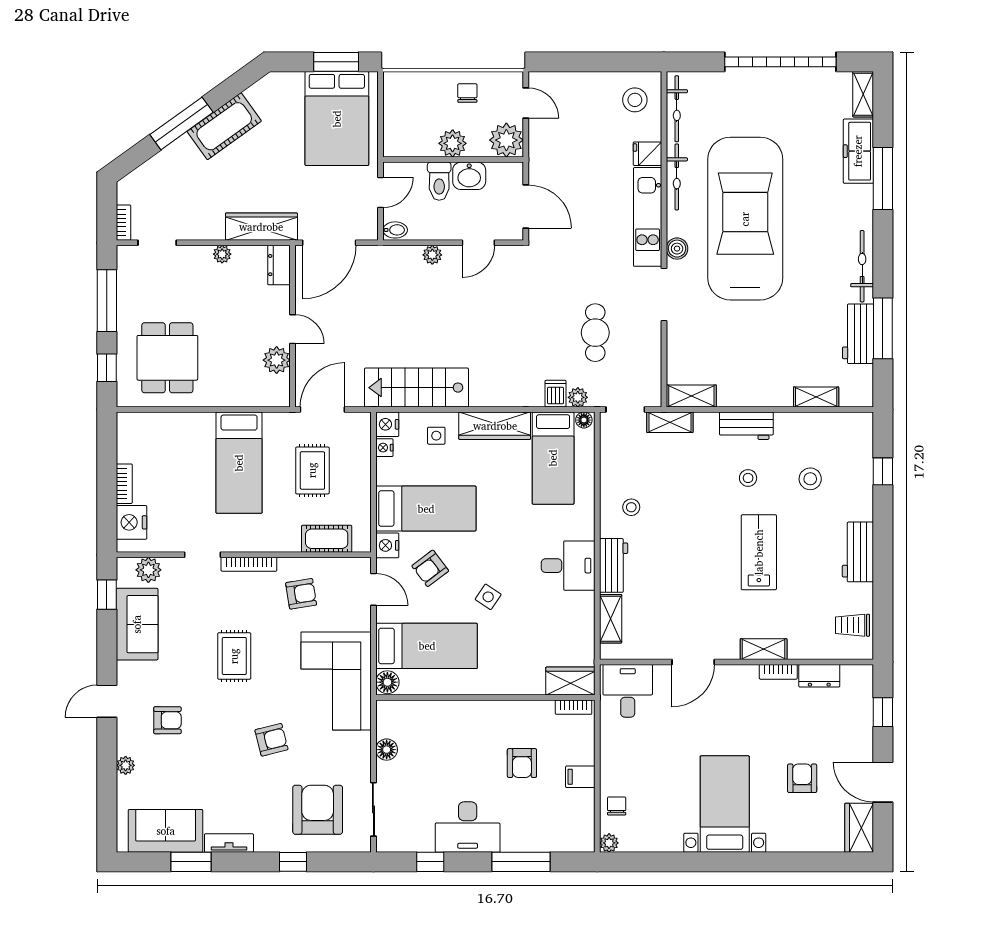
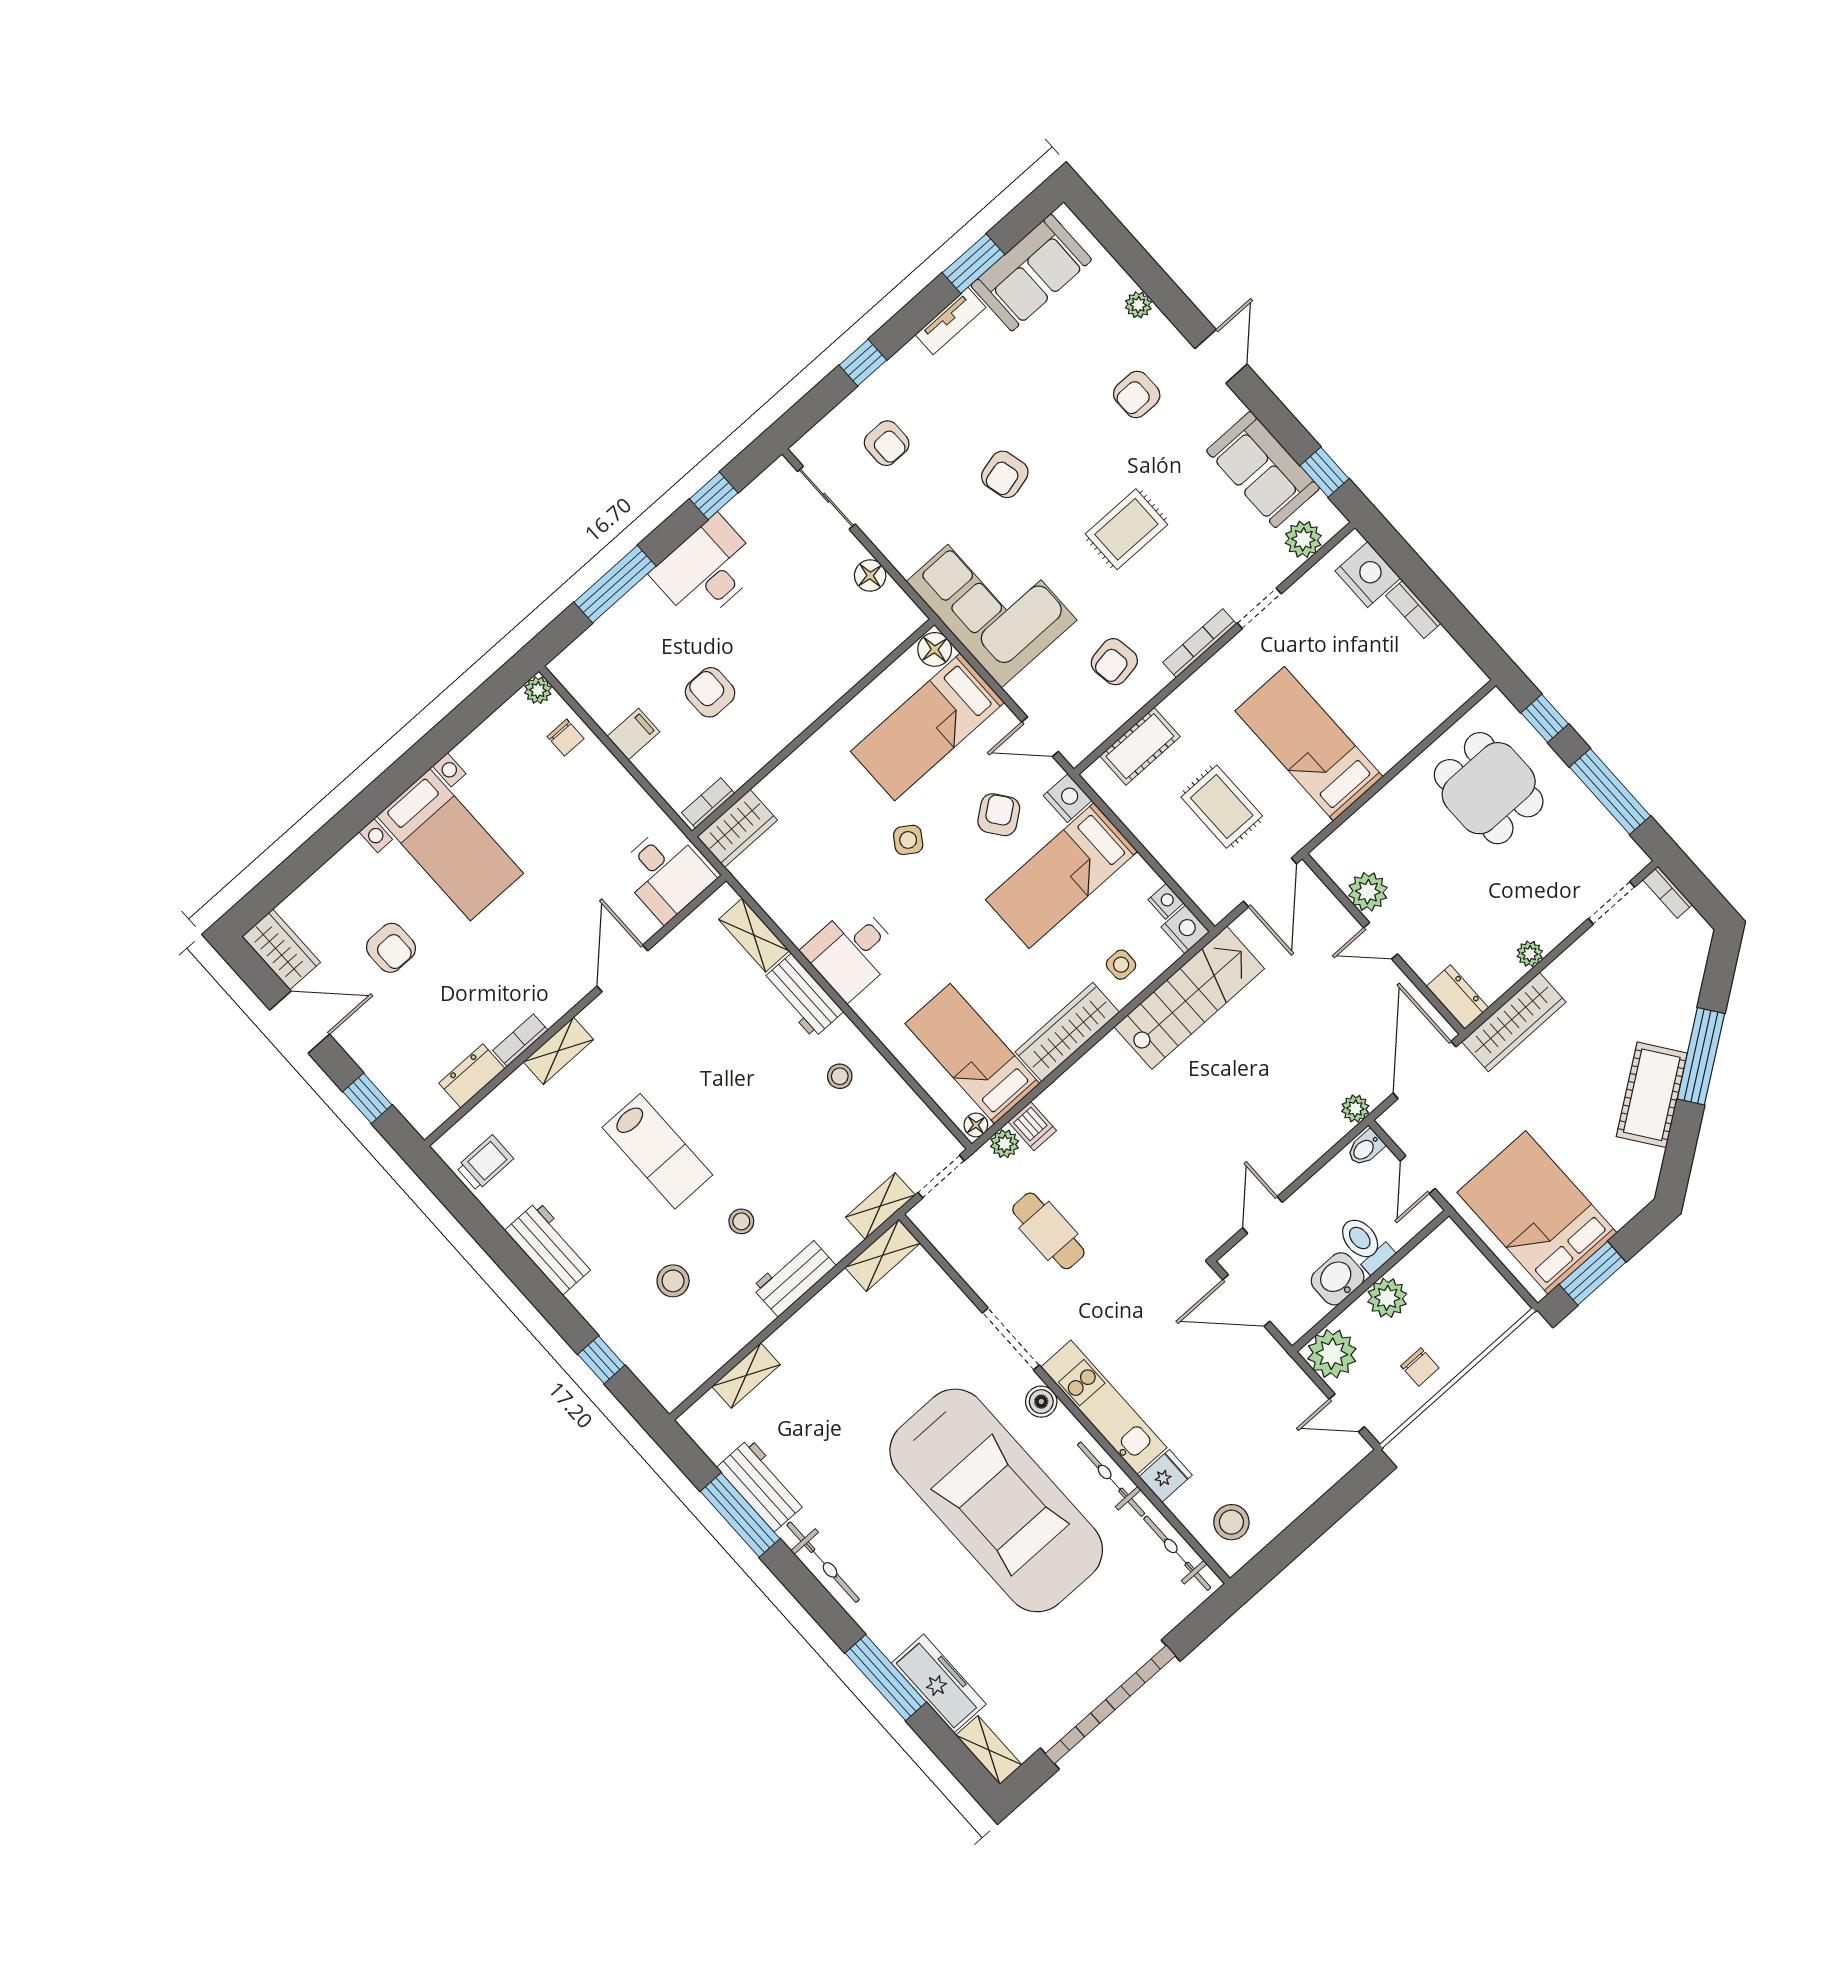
plant: (432, 255) -> (1355, 1109), moved
rug: (234, 656) -> (1126, 529), turned 90
armchair: (318, 810) -> (887, 443), width x0.53, depth x0.53

